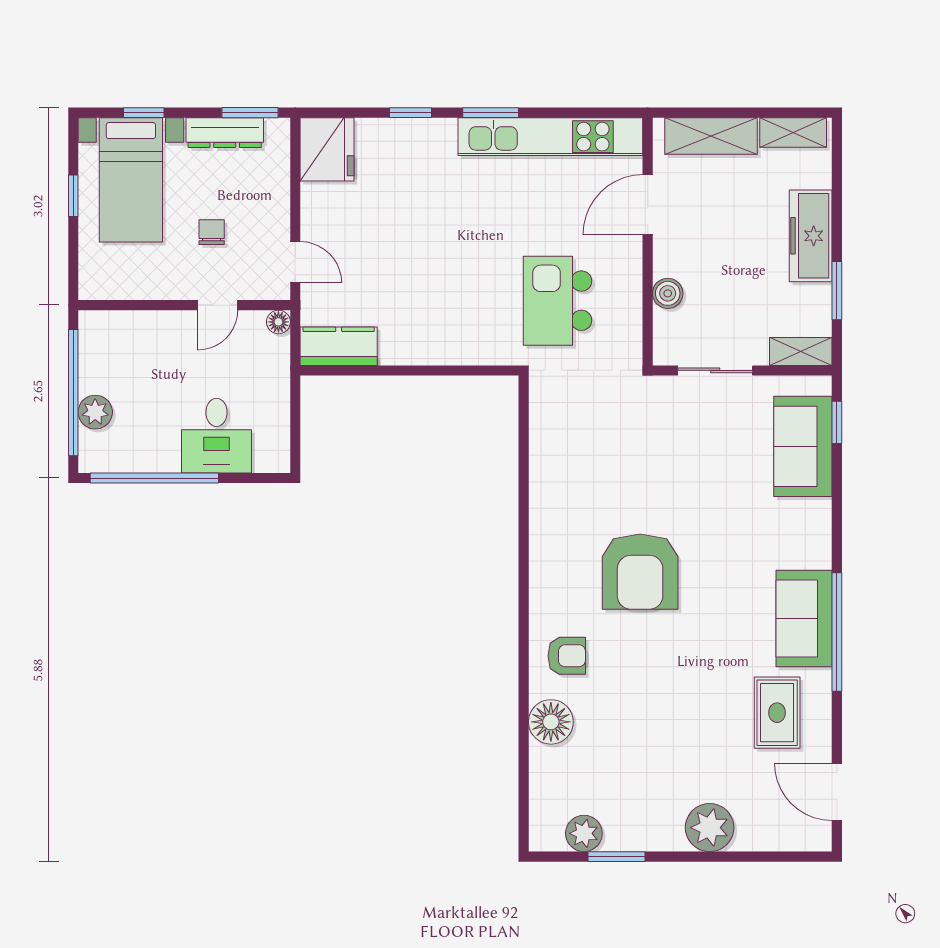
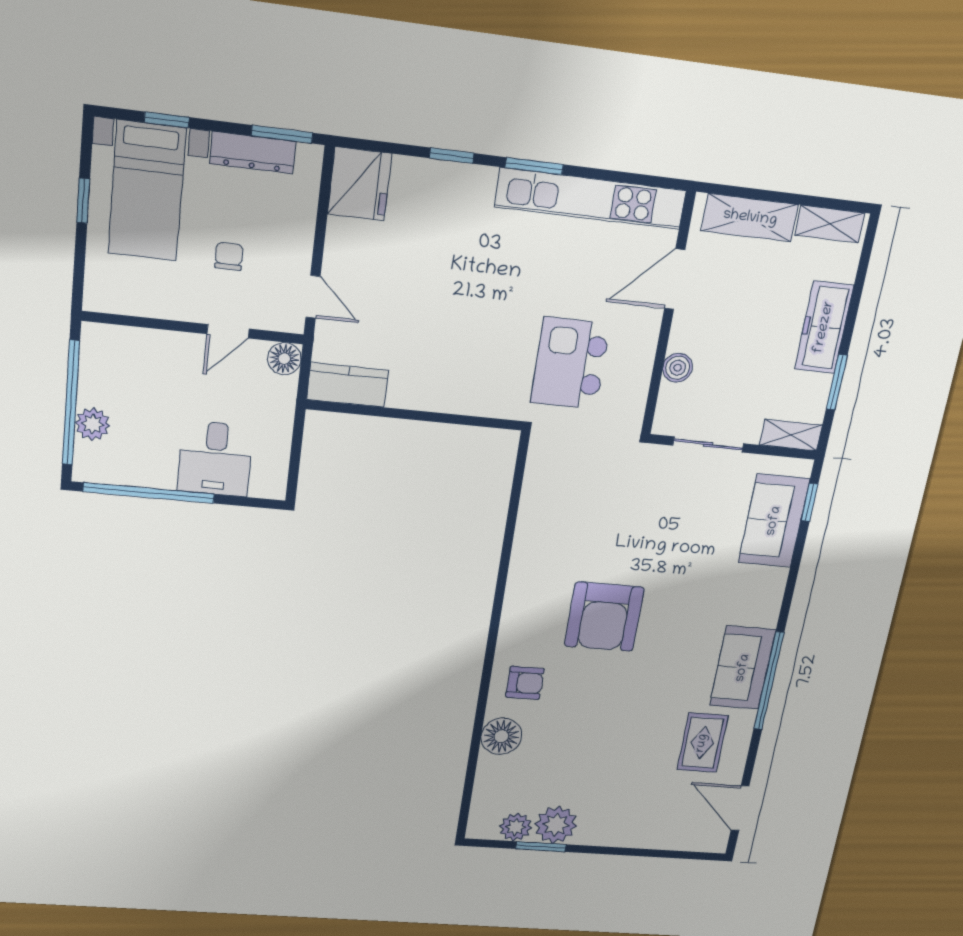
floor lamp: (278, 322) -> (284, 359), width x1.37, depth x1.37
plant: (710, 828) -> (556, 825), moved

